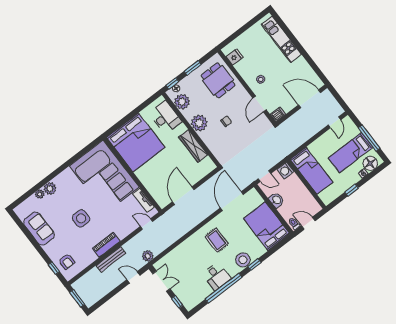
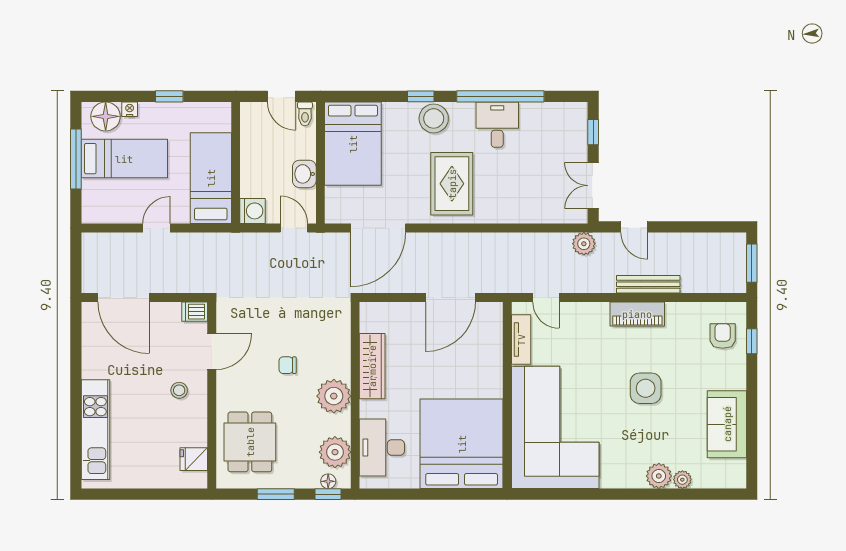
door: (334, 122) -> (156, 228), moved
rug: (217, 240) -> (452, 184), width x1.36, depth x1.43

